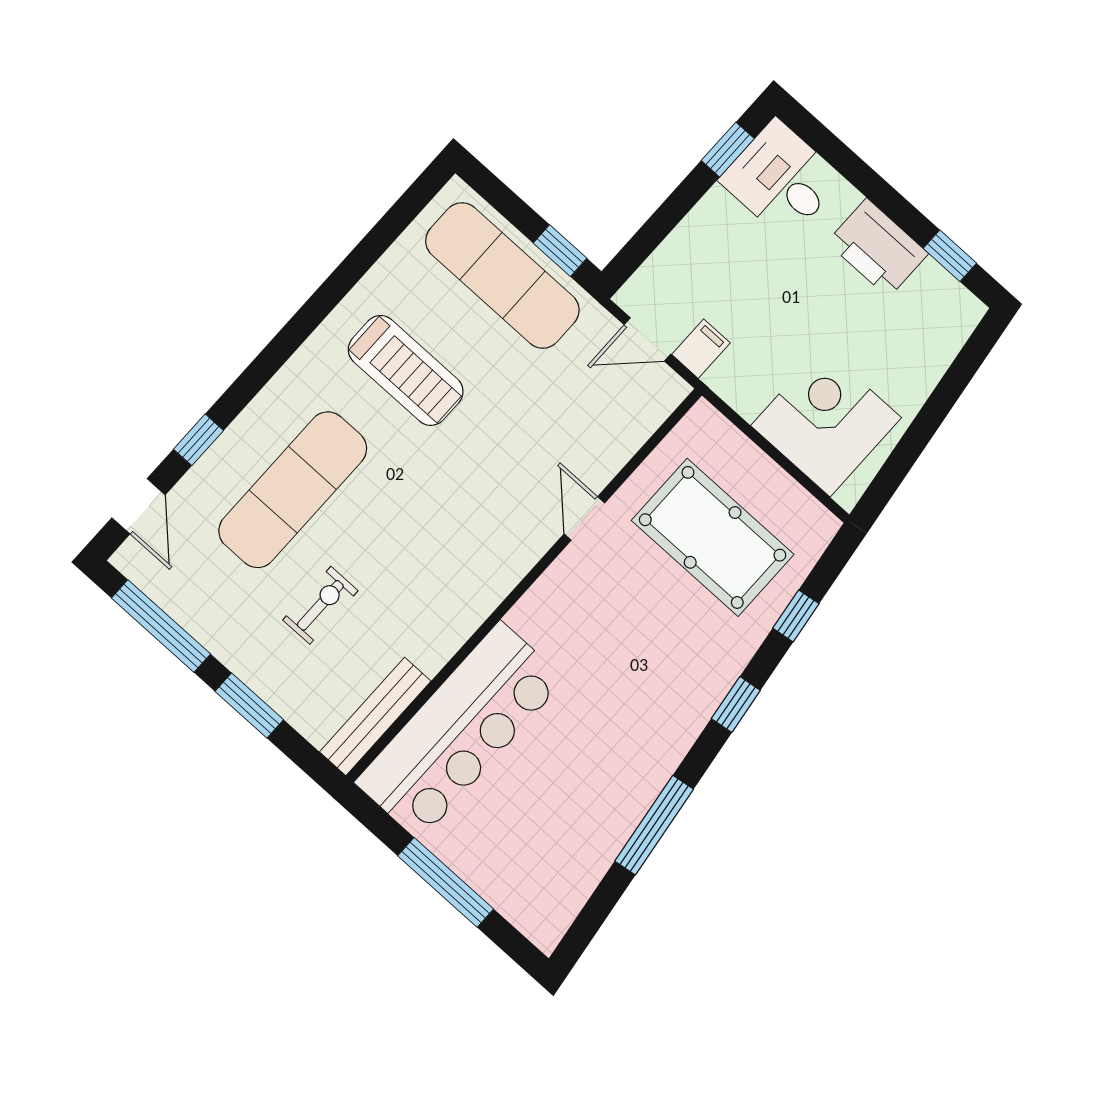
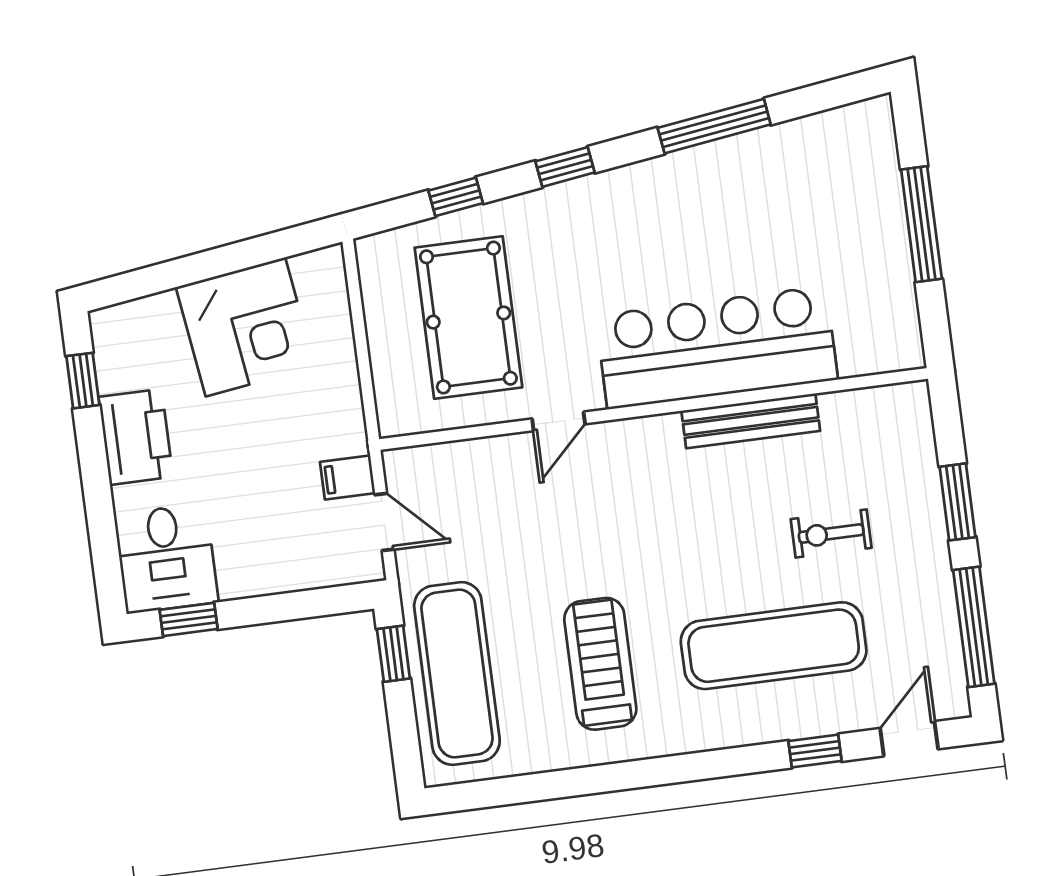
corner desk: (826, 422) -> (245, 327), moved, turned -98
bench: (375, 716) -> (751, 421), moved
bar counter: (460, 731) -> (717, 348), moved

